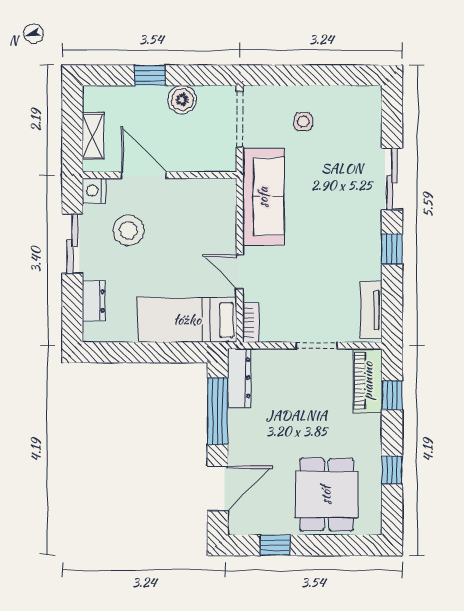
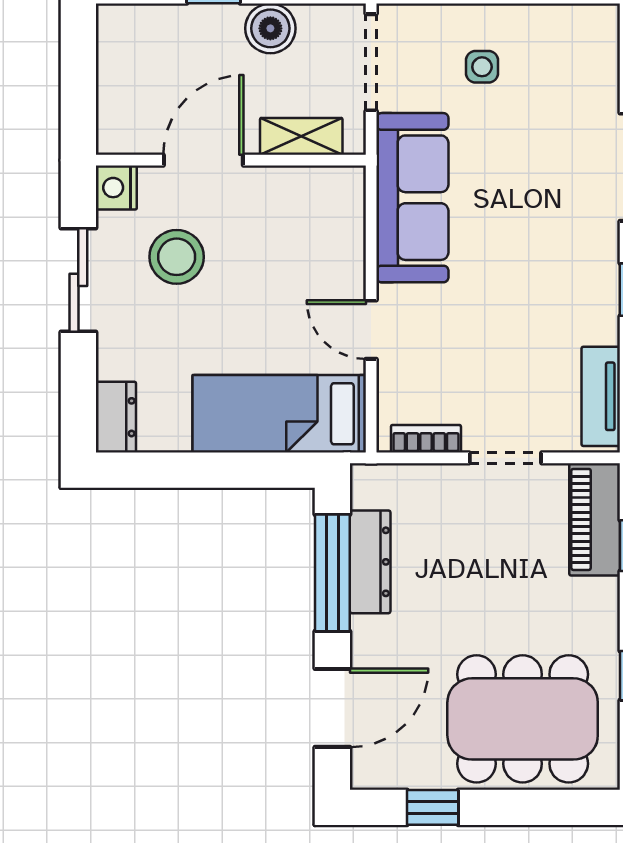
shelving: (93, 136) -> (301, 136), moved, turned 90
door: (144, 175) -> (203, 160), hinge flipped
dresser: (94, 301) -> (116, 417), moved
bookcase: (251, 322) -> (426, 439), moved, turned -90
dresser: (239, 378) -> (370, 562), moved
dining table: (326, 495) -> (523, 719), width x1.38

